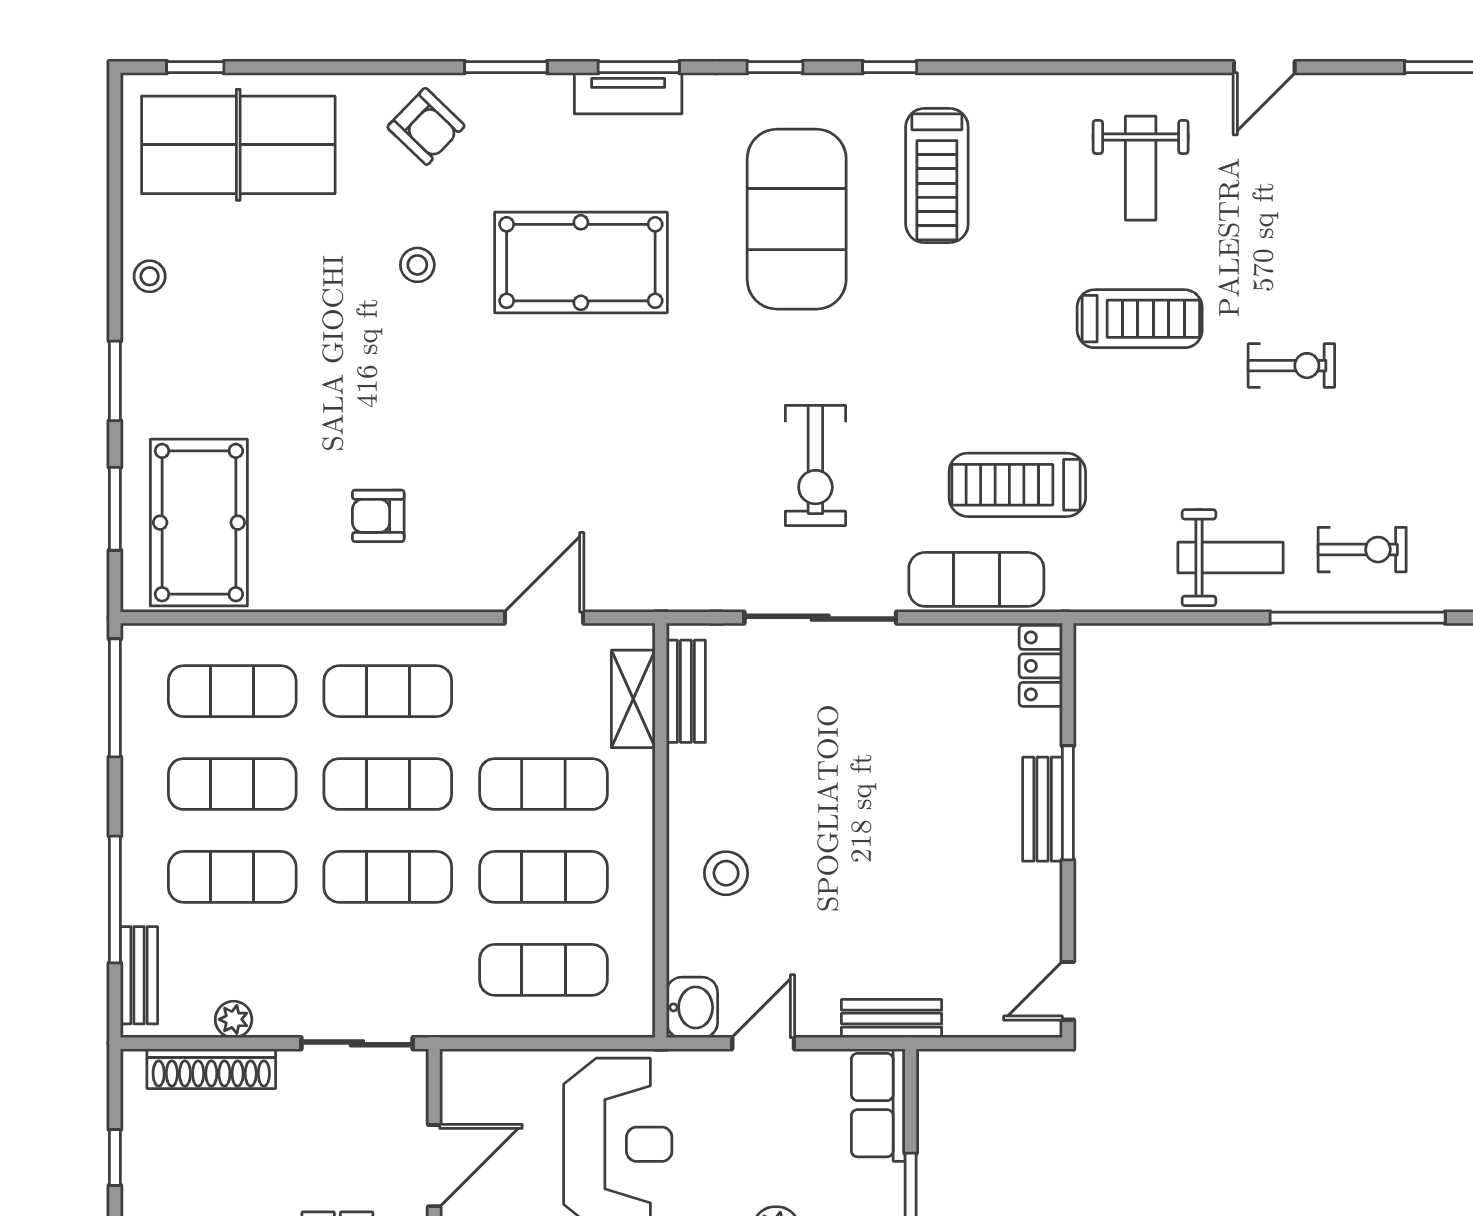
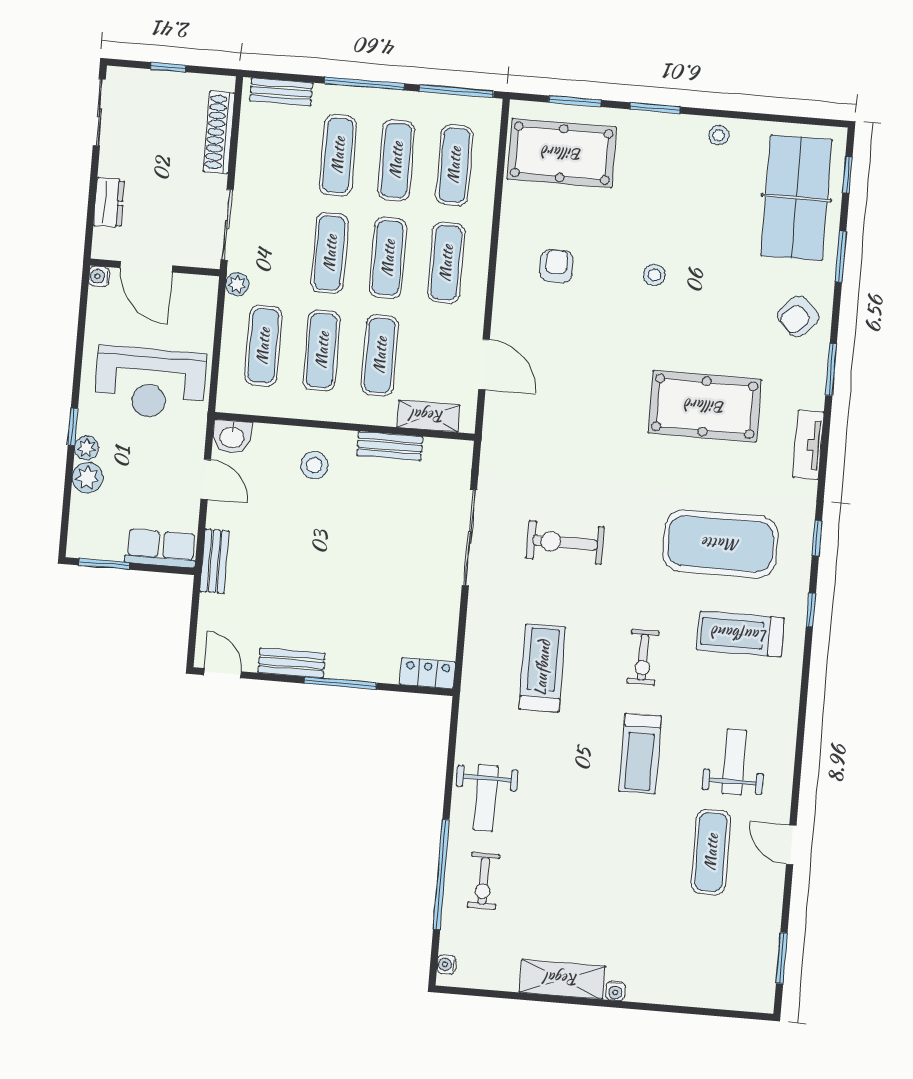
window: (639, 67) -> (841, 257), moved
weight bench: (1141, 168) -> (734, 762), turned 90
pool table: (581, 263) -> (705, 406), turned 90
stool: (417, 265) -> (654, 275), moved
exercise bike: (1291, 366) -> (643, 657), moved
exercise mat: (976, 579) -> (711, 852), moved
bench: (686, 691) -> (390, 446), moved
bench: (1043, 809) -> (291, 663), moved
window: (115, 900) -> (364, 84), moved
plant: (234, 1019) -> (237, 284), moved

